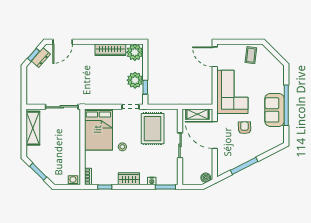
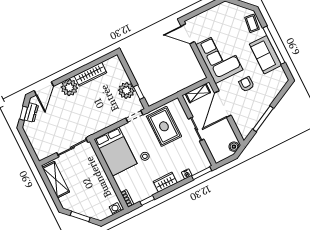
plant: (135, 52) -> (69, 88), moved
coffee table: (251, 55) -> (252, 23), moved
door: (215, 135) -> (223, 104), hinge flipped

